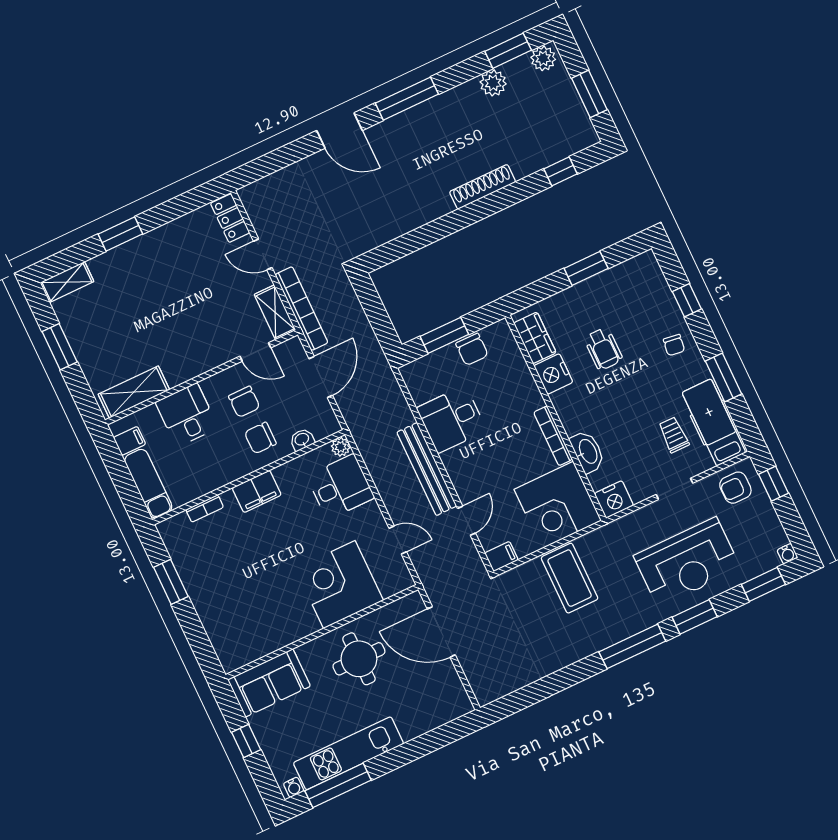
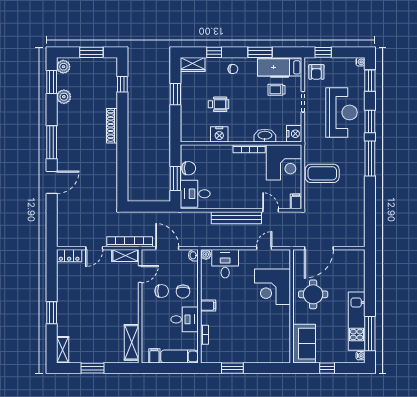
wardrobe: (535, 338) -> (193, 65), moved, turned 180
desk: (187, 415) -> (185, 319), moved, turned 180
desk: (452, 419) -> (195, 194), moved, turned 90
washbasin: (302, 440) -> (193, 255), moved
filing cabinet: (257, 491) -> (208, 306), width x0.50

